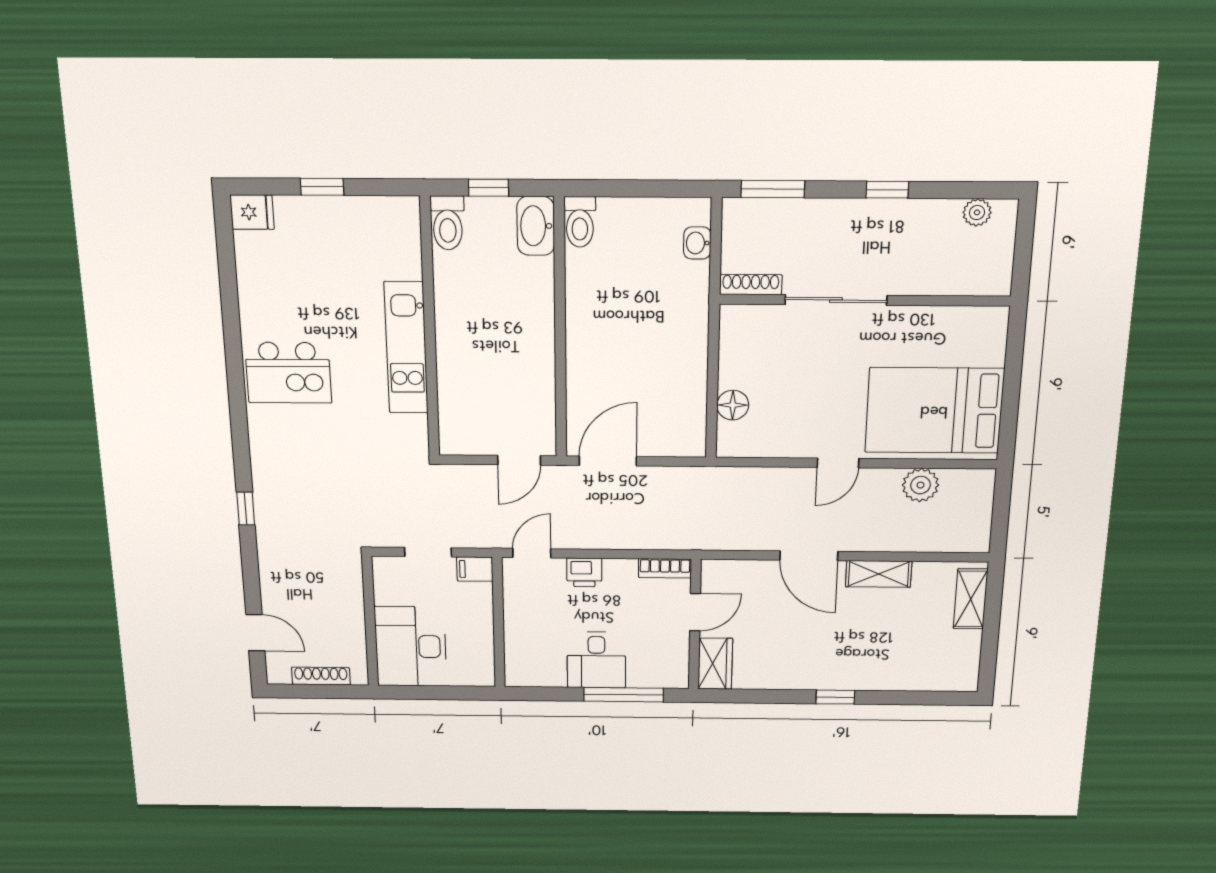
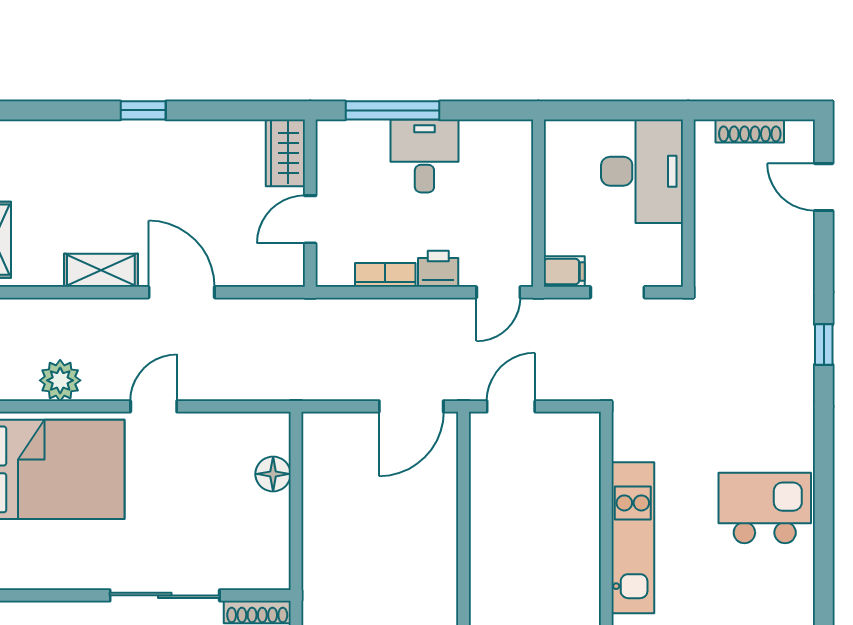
bookcase: (665, 568) -> (385, 275), moved

